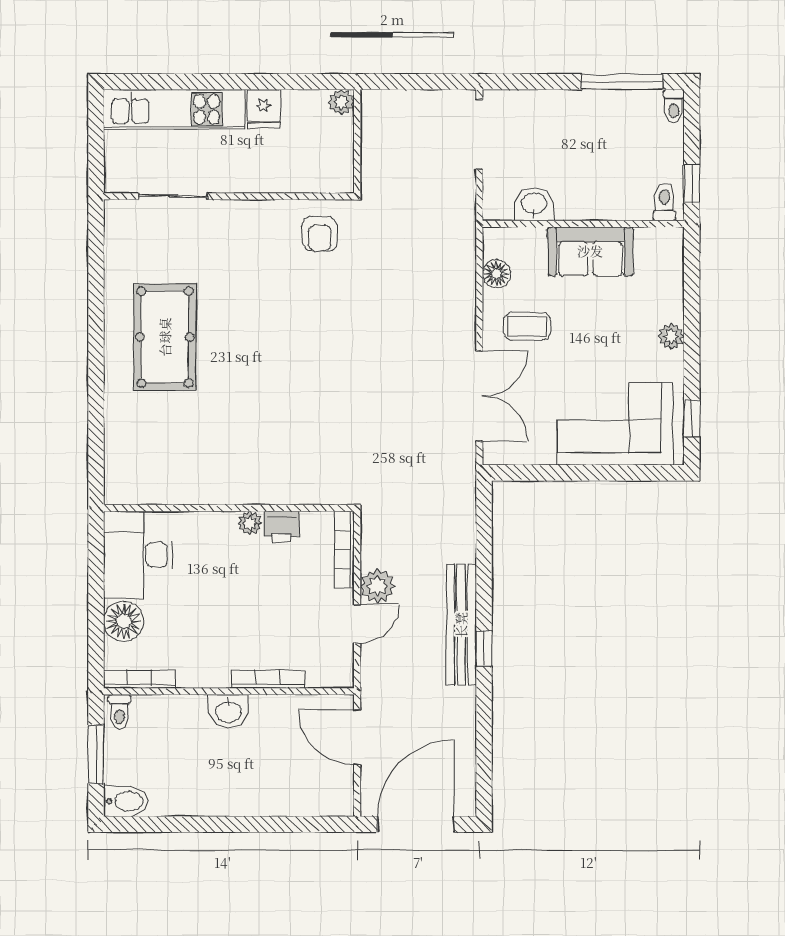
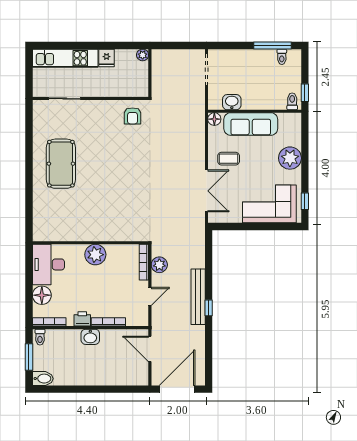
toilet: (674, 106) -> (282, 57), moved
sofa: (590, 251) -> (251, 124), width x1.36
floor lamp: (496, 274) -> (214, 119), moved
plant: (671, 336) -> (290, 158), width x1.88, depth x1.88
plant: (250, 523) -> (95, 255), width x1.88, depth x1.88
printer: (282, 527) -> (82, 319), moved, turned 180
plant: (377, 586) -> (159, 265), moved

